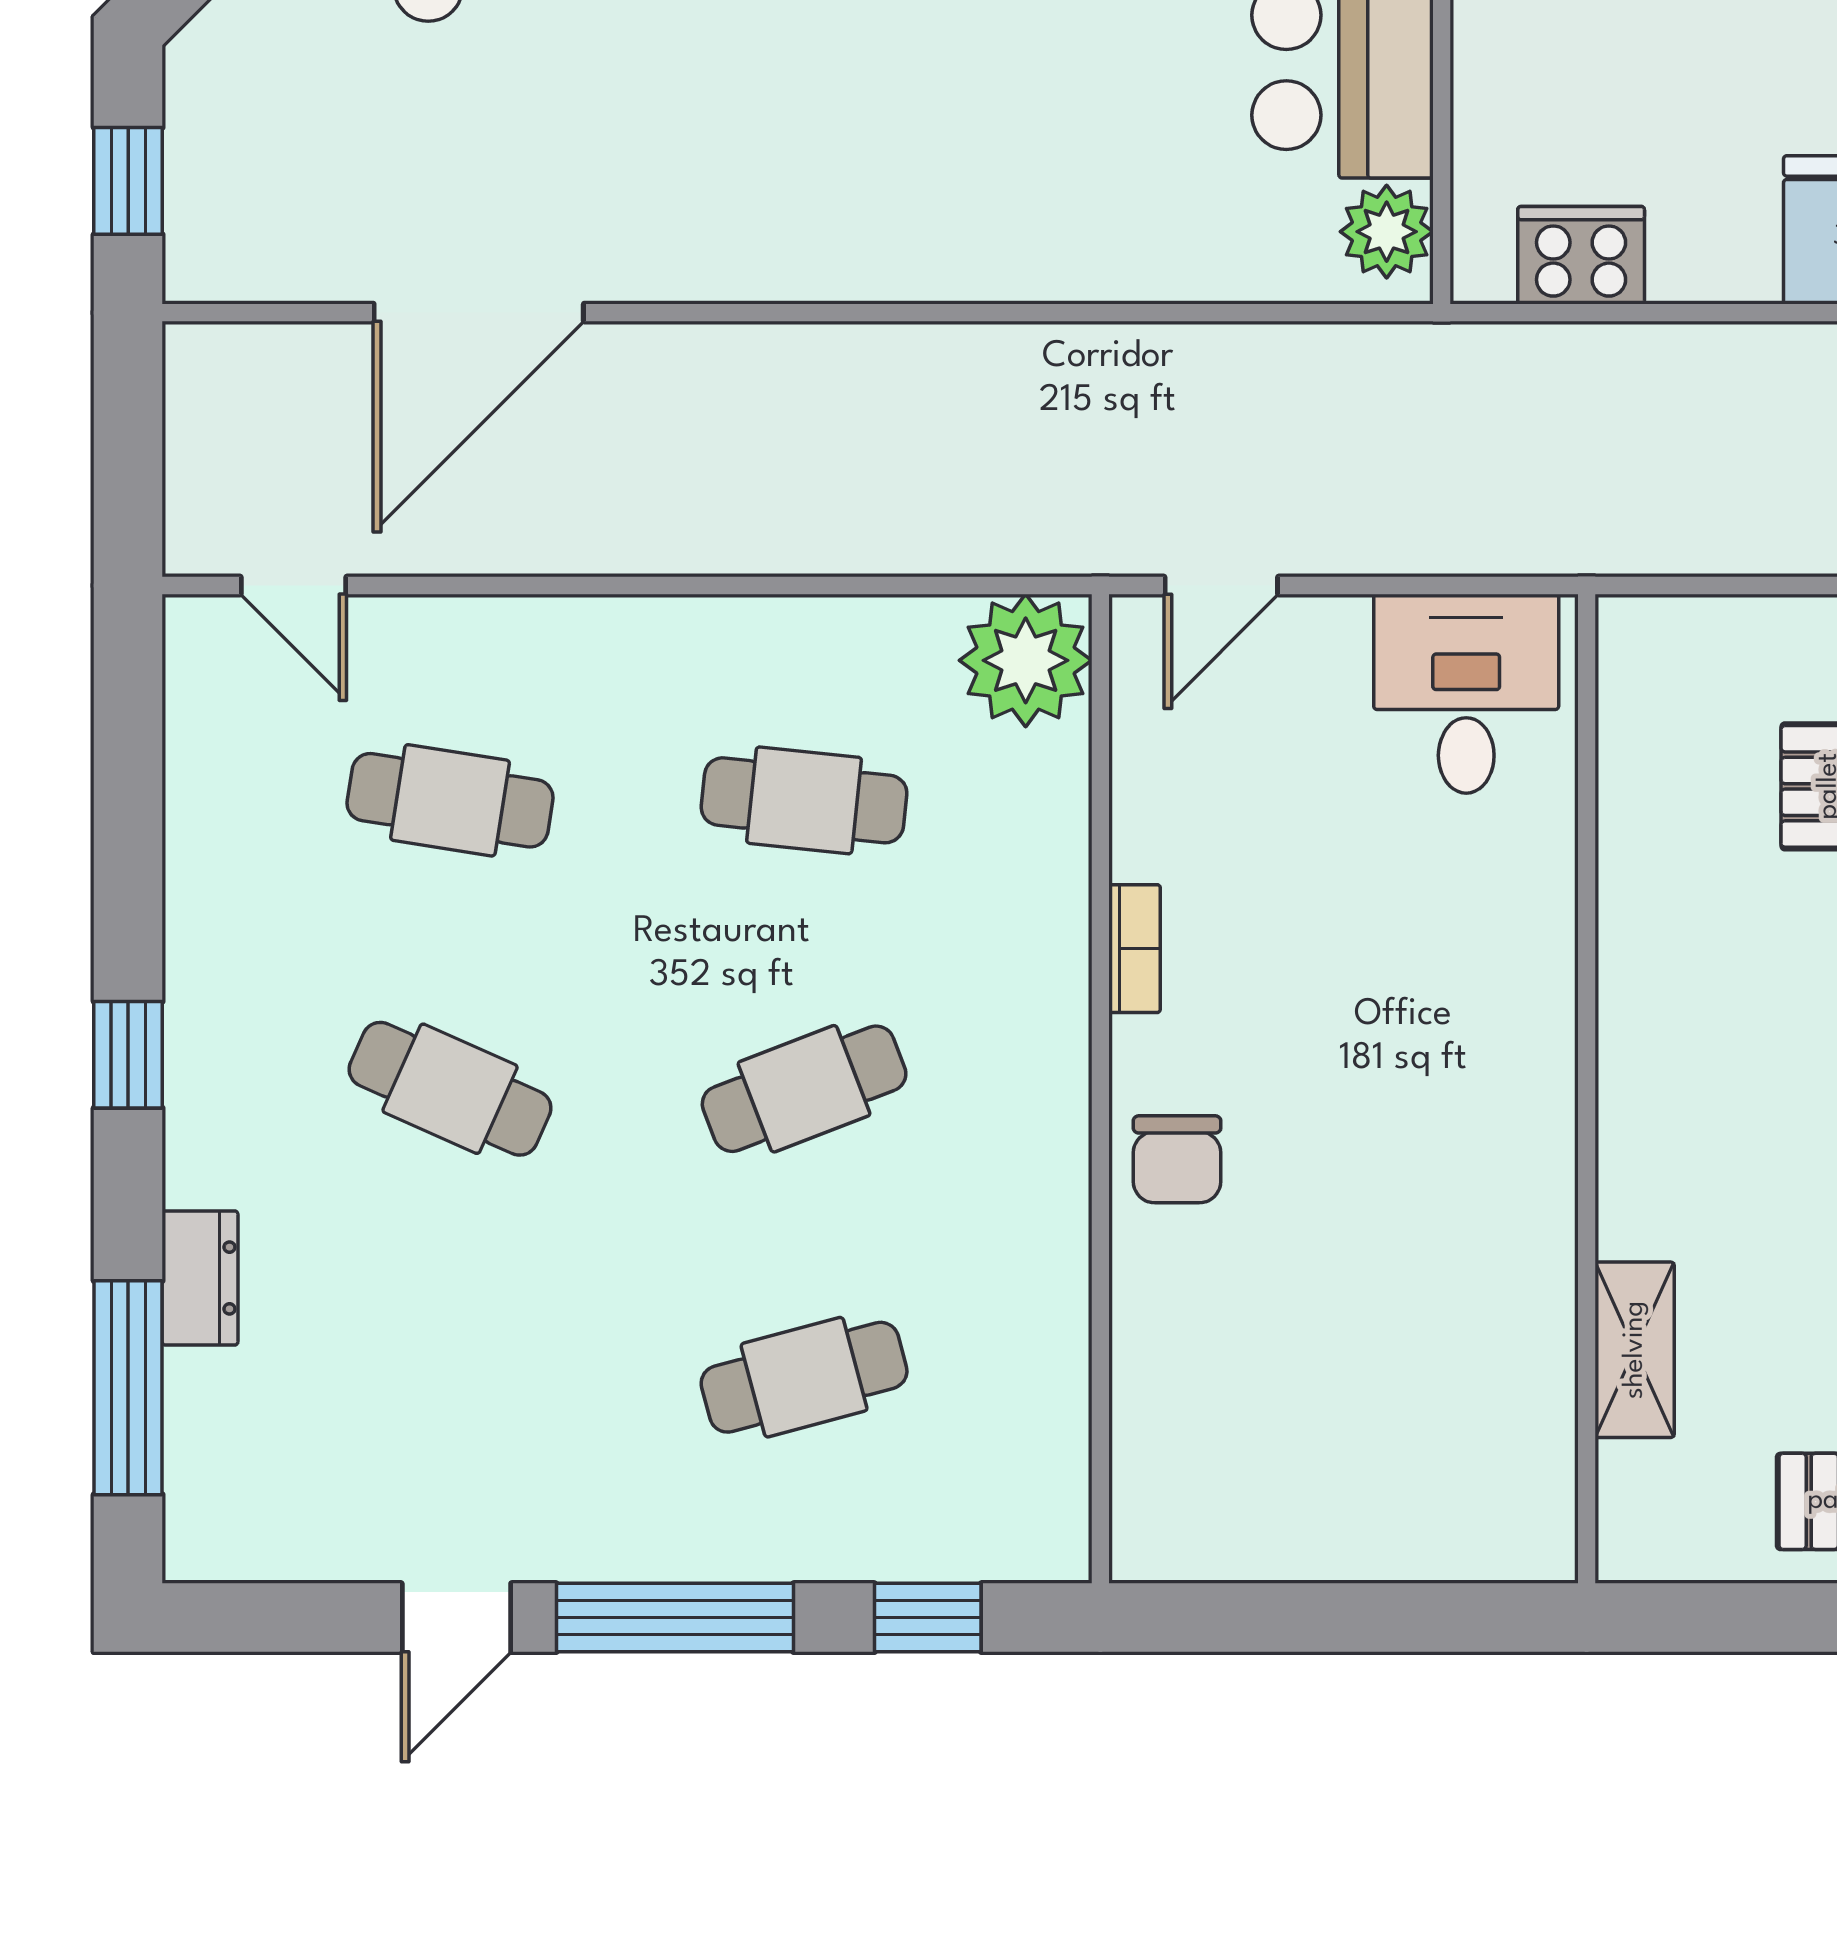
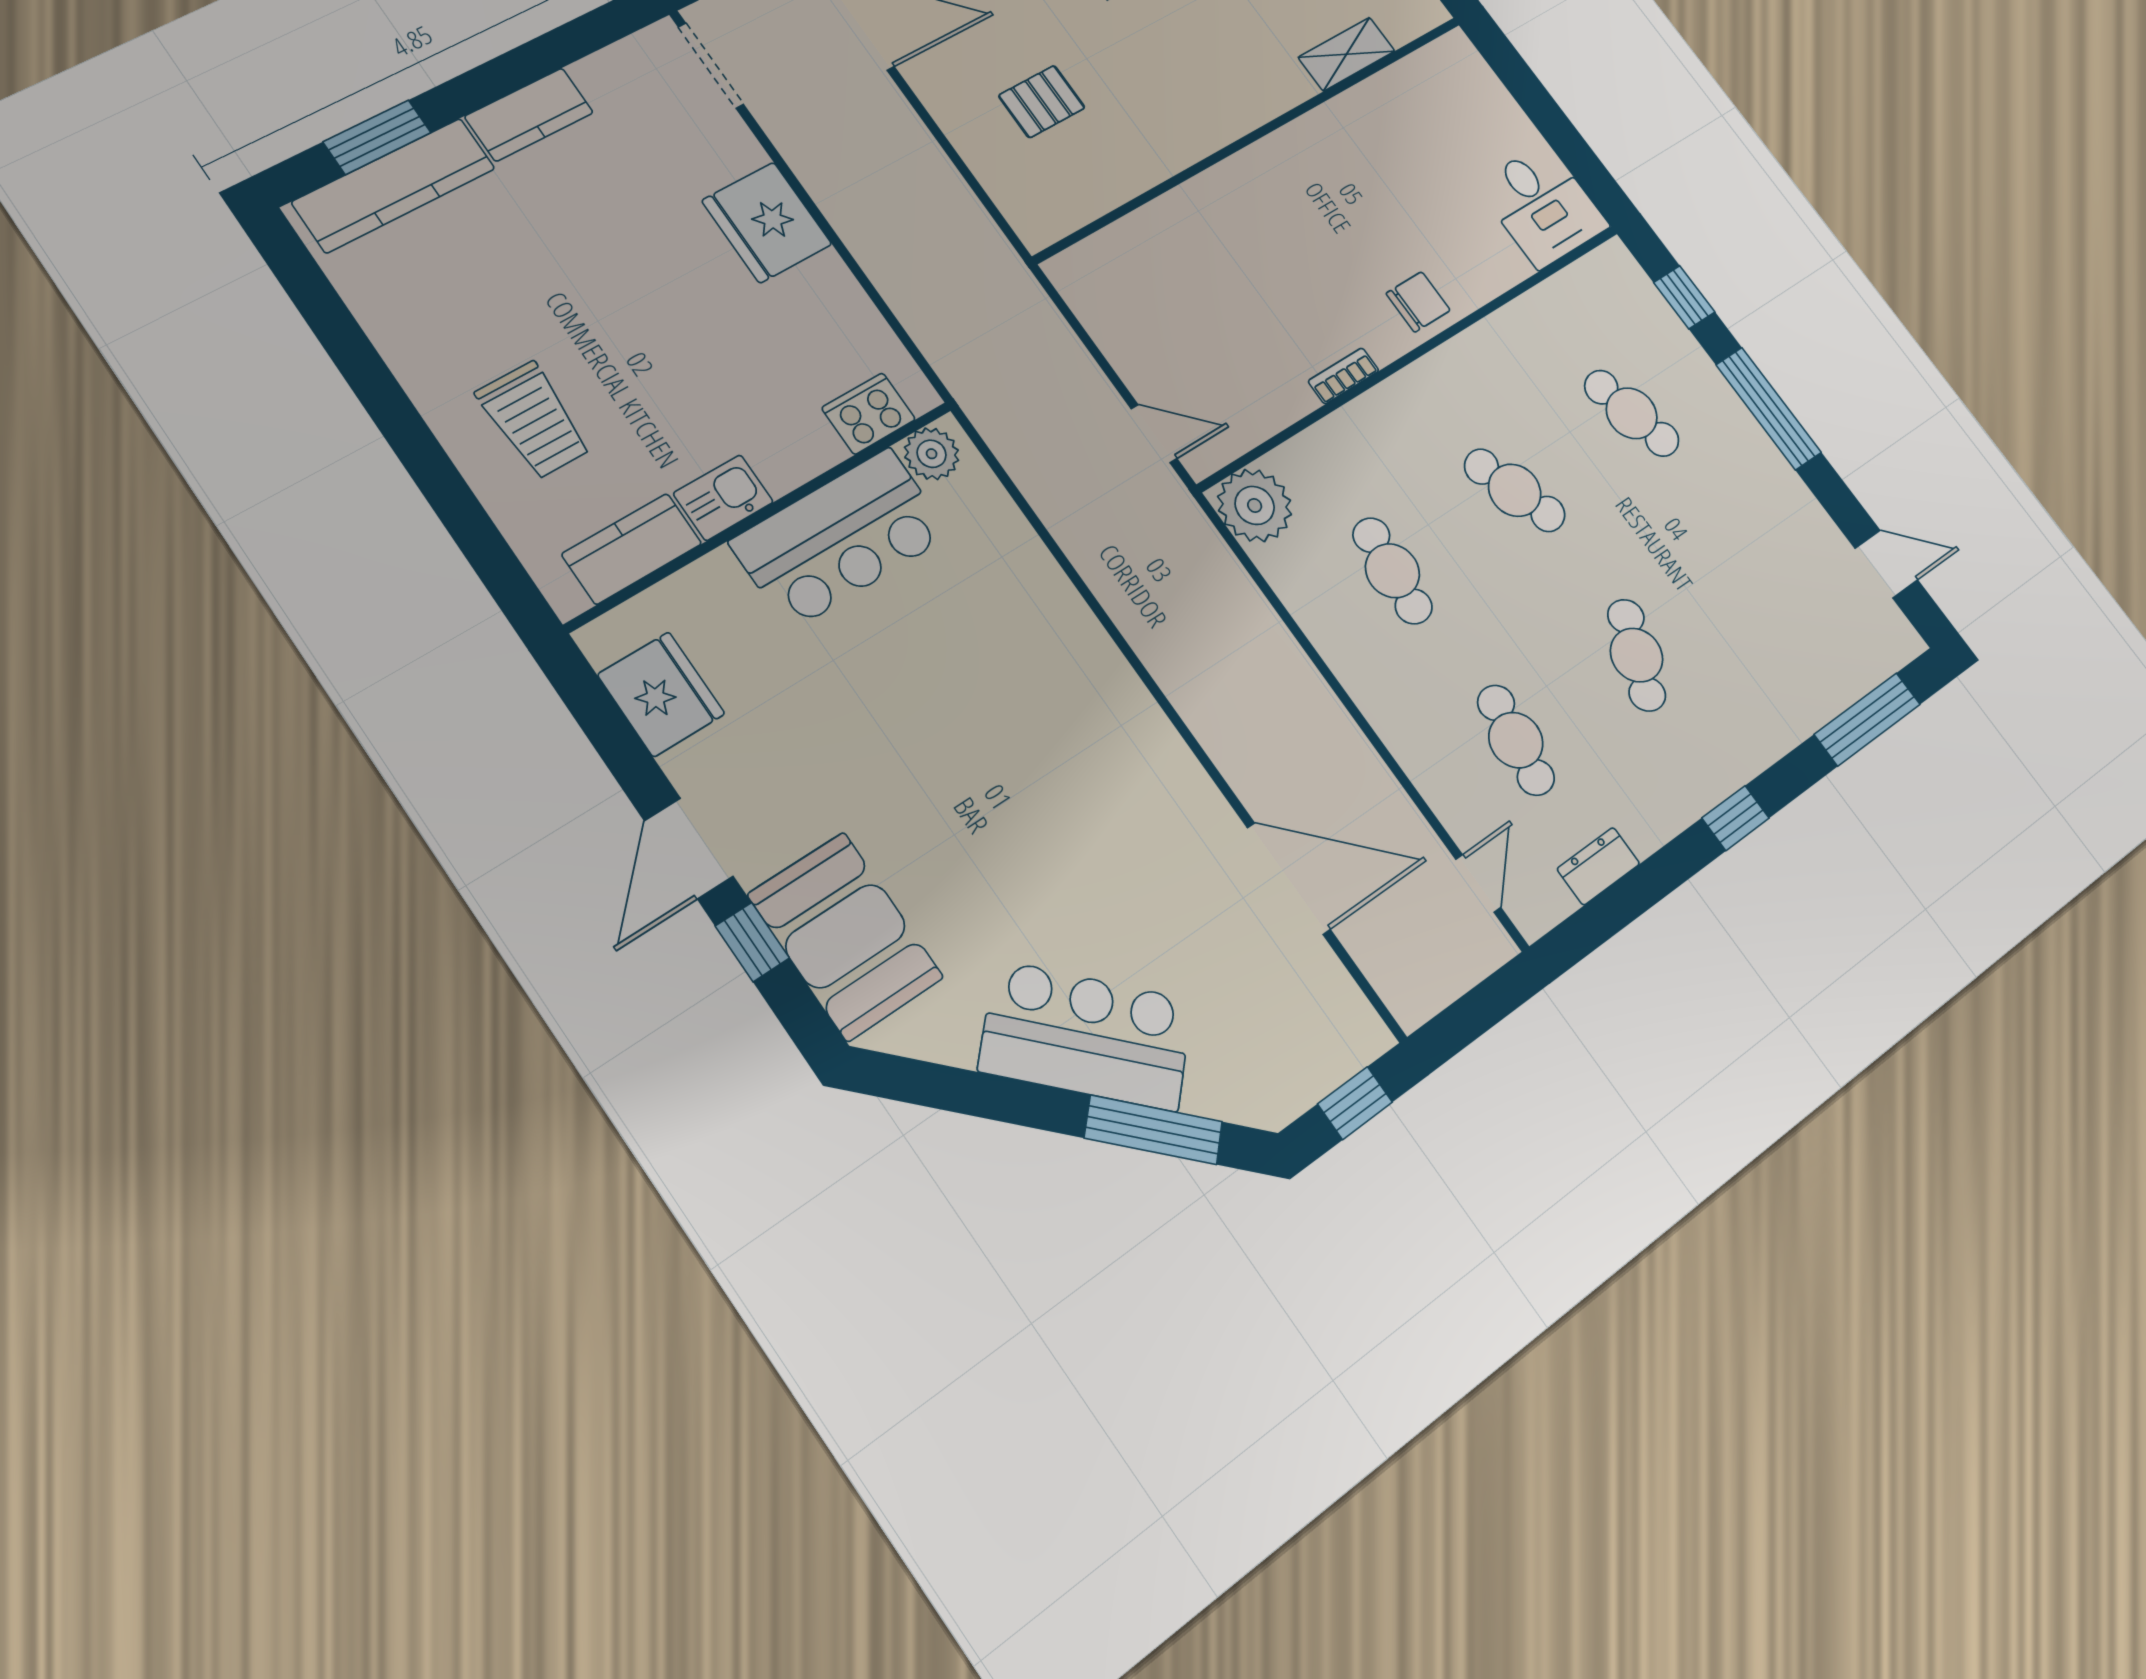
cooker: (1581, 255) -> (869, 414), moved, turned 90
desk: (1466, 694) -> (1542, 206), moved, turned -90
dresser: (200, 1278) -> (1598, 866), moved
door: (456, 1618) -> (1886, 564), moved

